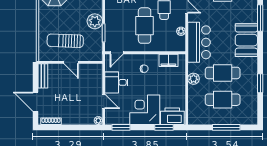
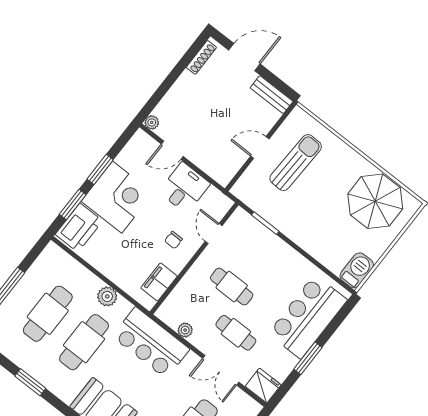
plant: (95, 21) -> (291, 223), removed
cafe table: (145, 26) -> (232, 287), width x0.73, depth x0.74
door: (117, 53) -> (214, 234), moved
window: (121, 127) -> (100, 169), moved

